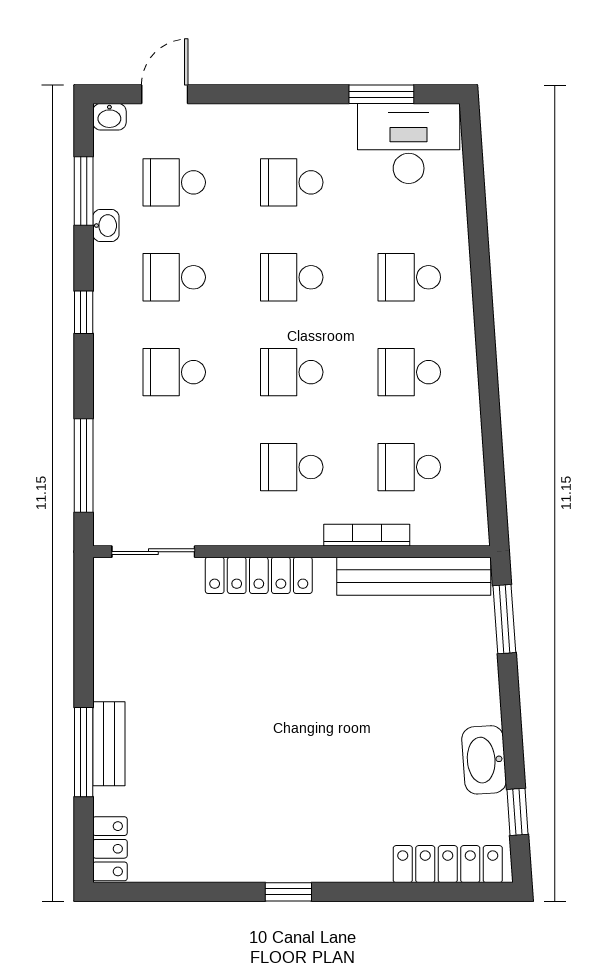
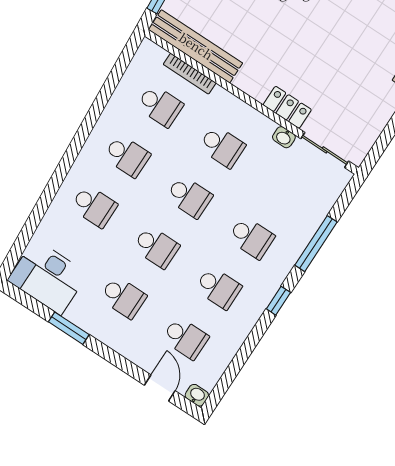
door: (165, 94) -> (160, 388), swing flipped
window: (381, 94) -> (69, 328), moved
window: (84, 191) -> (236, 365), removed
washbasin: (106, 226) -> (284, 137), moved, turned -90
window: (84, 465) -> (316, 244), moved
bookcase: (367, 535) -> (190, 74), moved
locker: (259, 575) -> (287, 107), width x0.66

